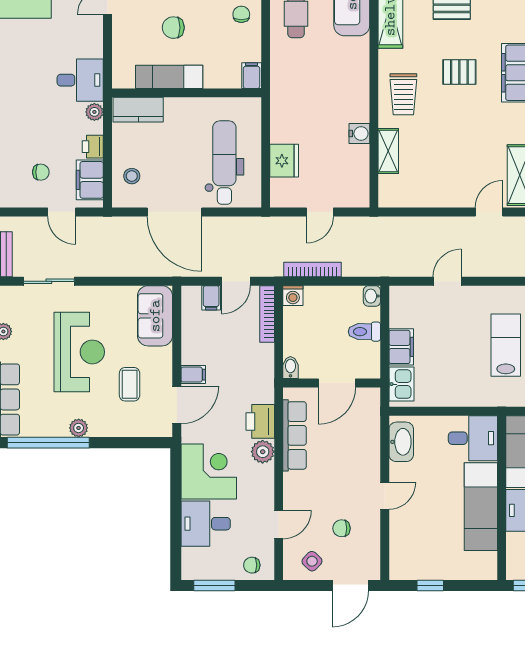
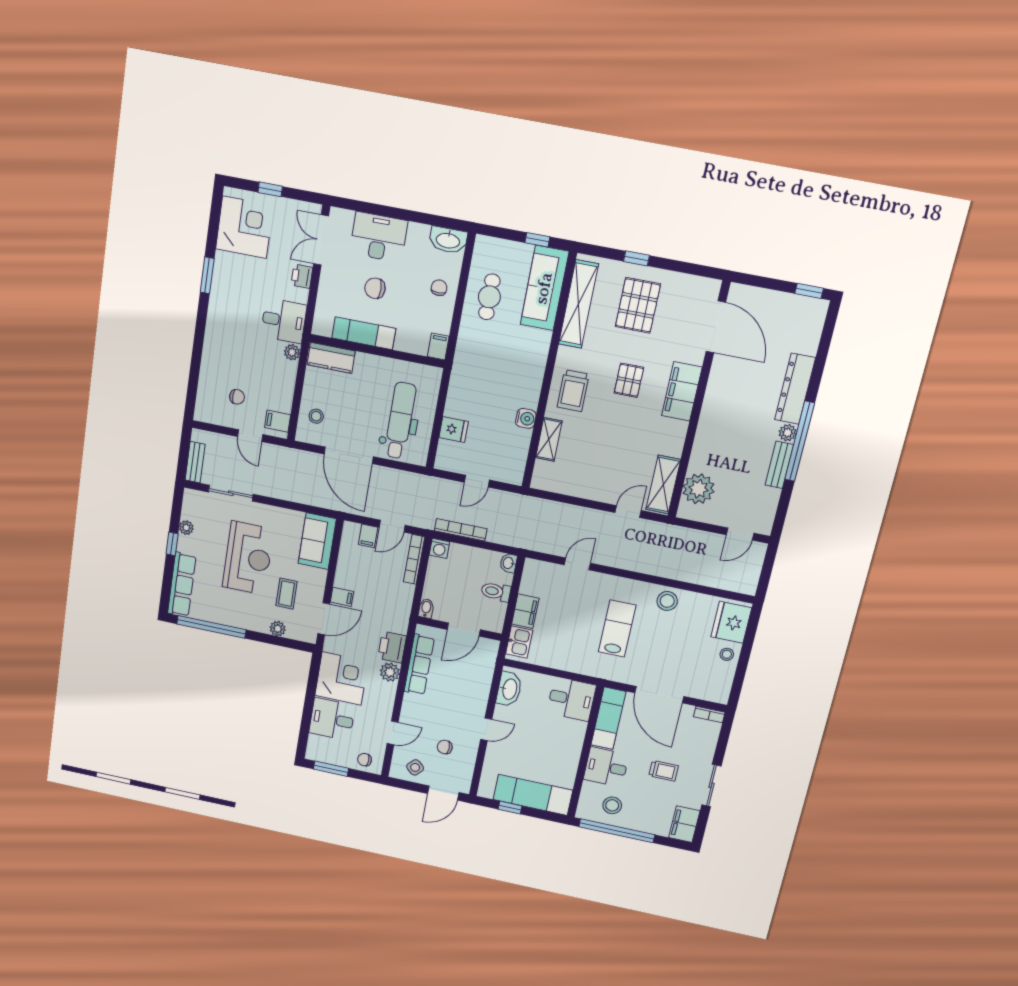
pallet: (459, 72) -> (629, 380), turned 90
printer: (93, 147) -> (302, 276), moved
fridge: (284, 161) -> (454, 429), width x0.72
filing cabinet: (90, 180) -> (278, 421), width x0.50
plant: (79, 428) -> (278, 629), moved
exam couch: (481, 507) -> (533, 795), moved, turned 90

